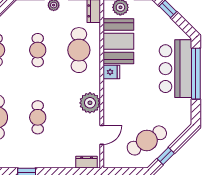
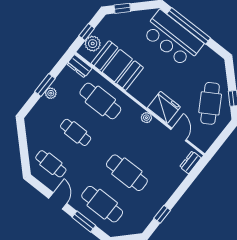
fridge: (111, 72) -> (164, 107), moved, width x1.88, depth x1.34
plant: (90, 103) -> (146, 118), width x0.53, depth x0.53
cafe table: (38, 117) -> (127, 173), width x1.37, depth x1.35

